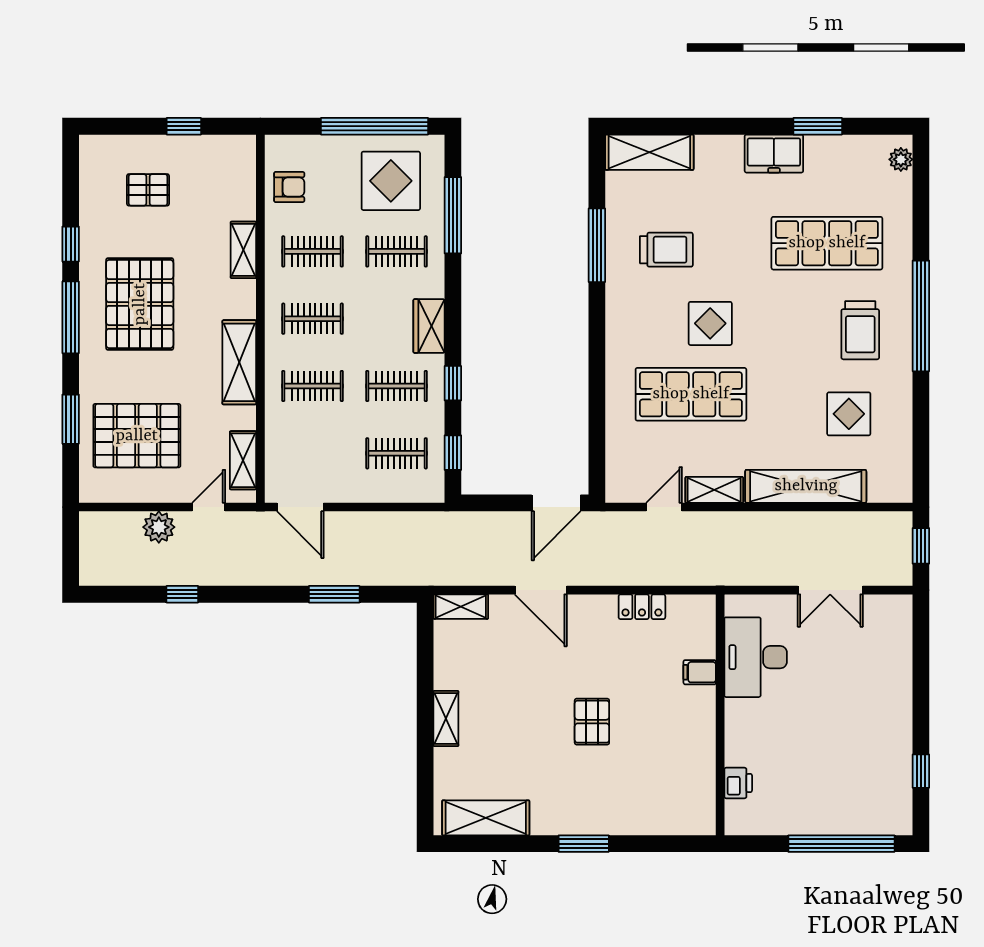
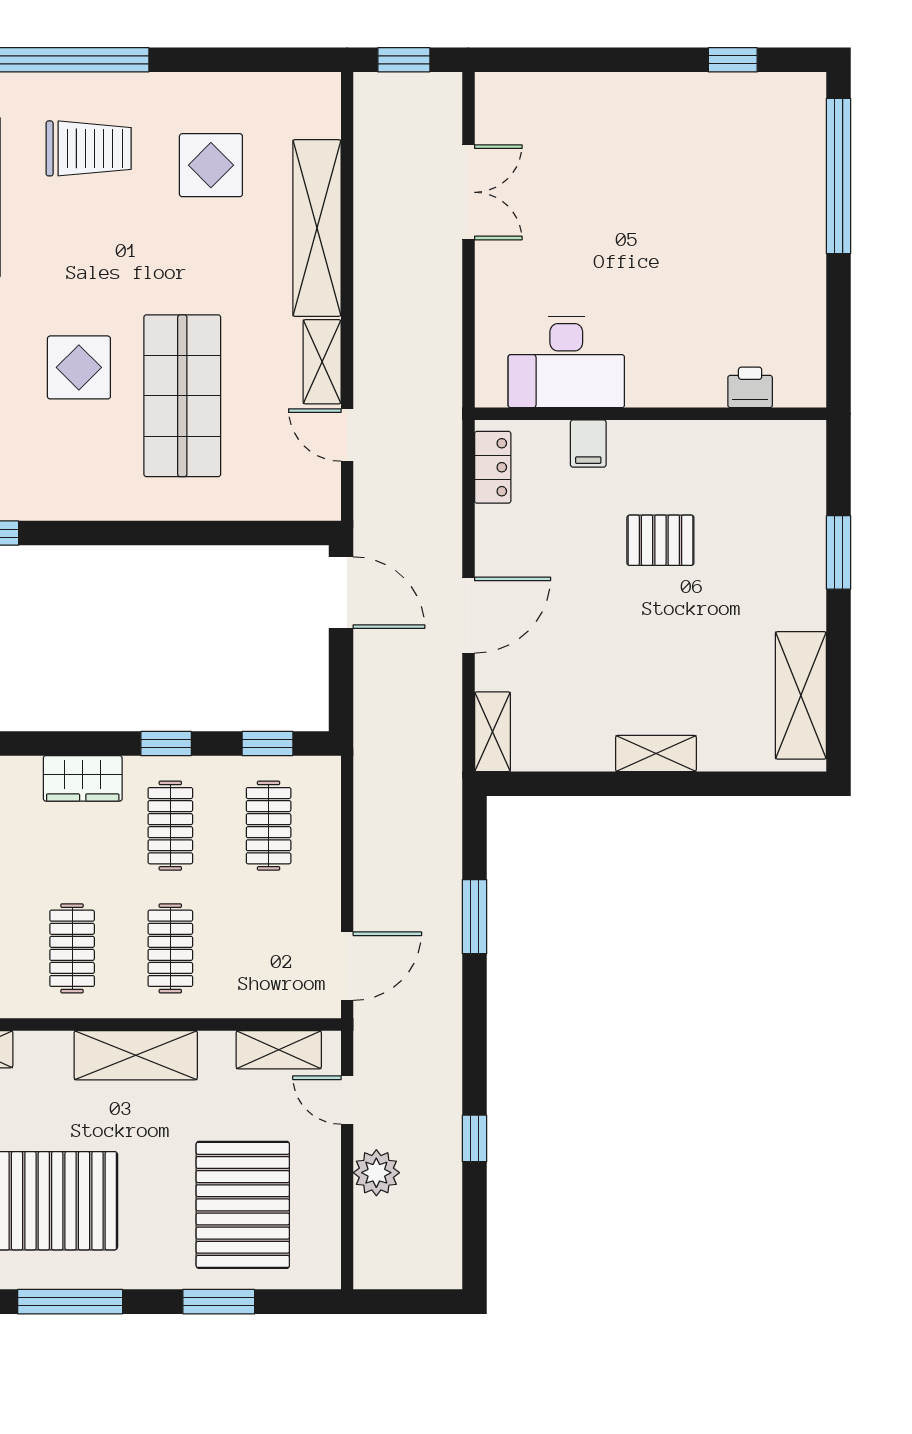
desk: (756, 657) -> (566, 362), moved
filing cabinet: (700, 672) -> (588, 444), moved
wall: (720, 715) -> (650, 414), moved
printer: (738, 783) -> (750, 387), moved

